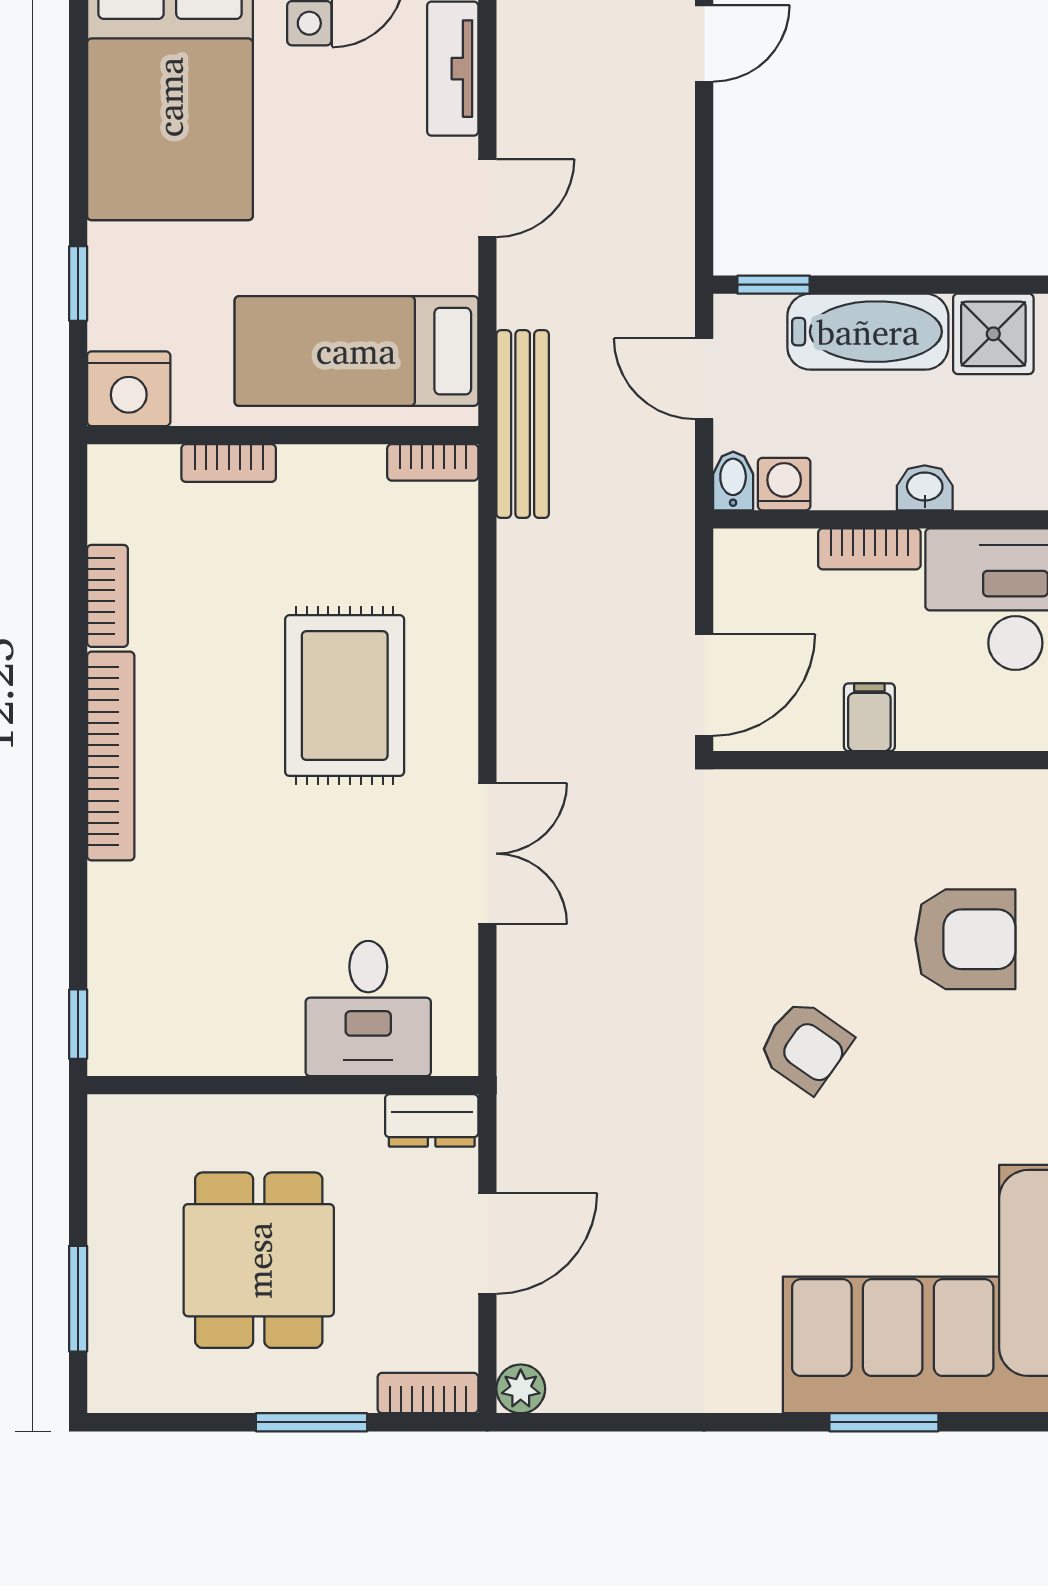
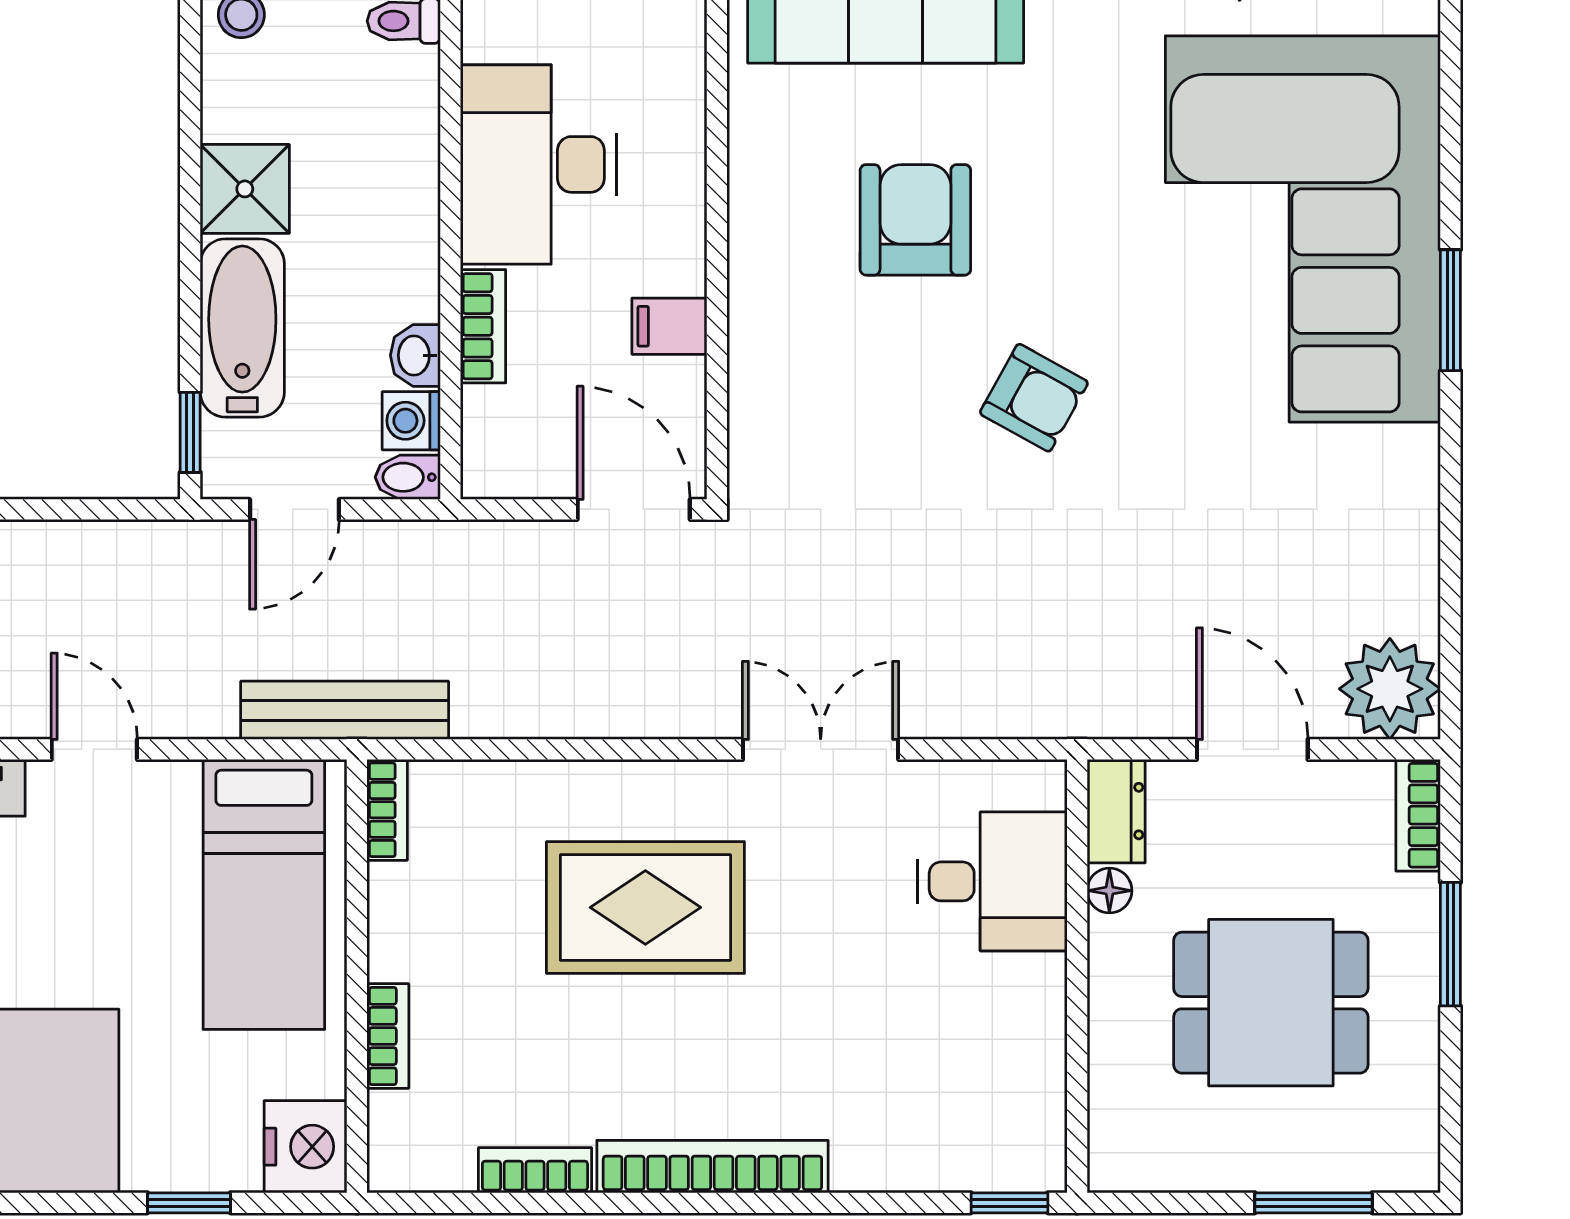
washbasin: (925, 488) -> (415, 355), moved
armchair: (805, 1046) -> (1034, 398), turned 84
floor lamp: (360, 1114) -> (1109, 891), added
plant: (521, 1389) -> (1390, 689), width x1.88, depth x1.88

